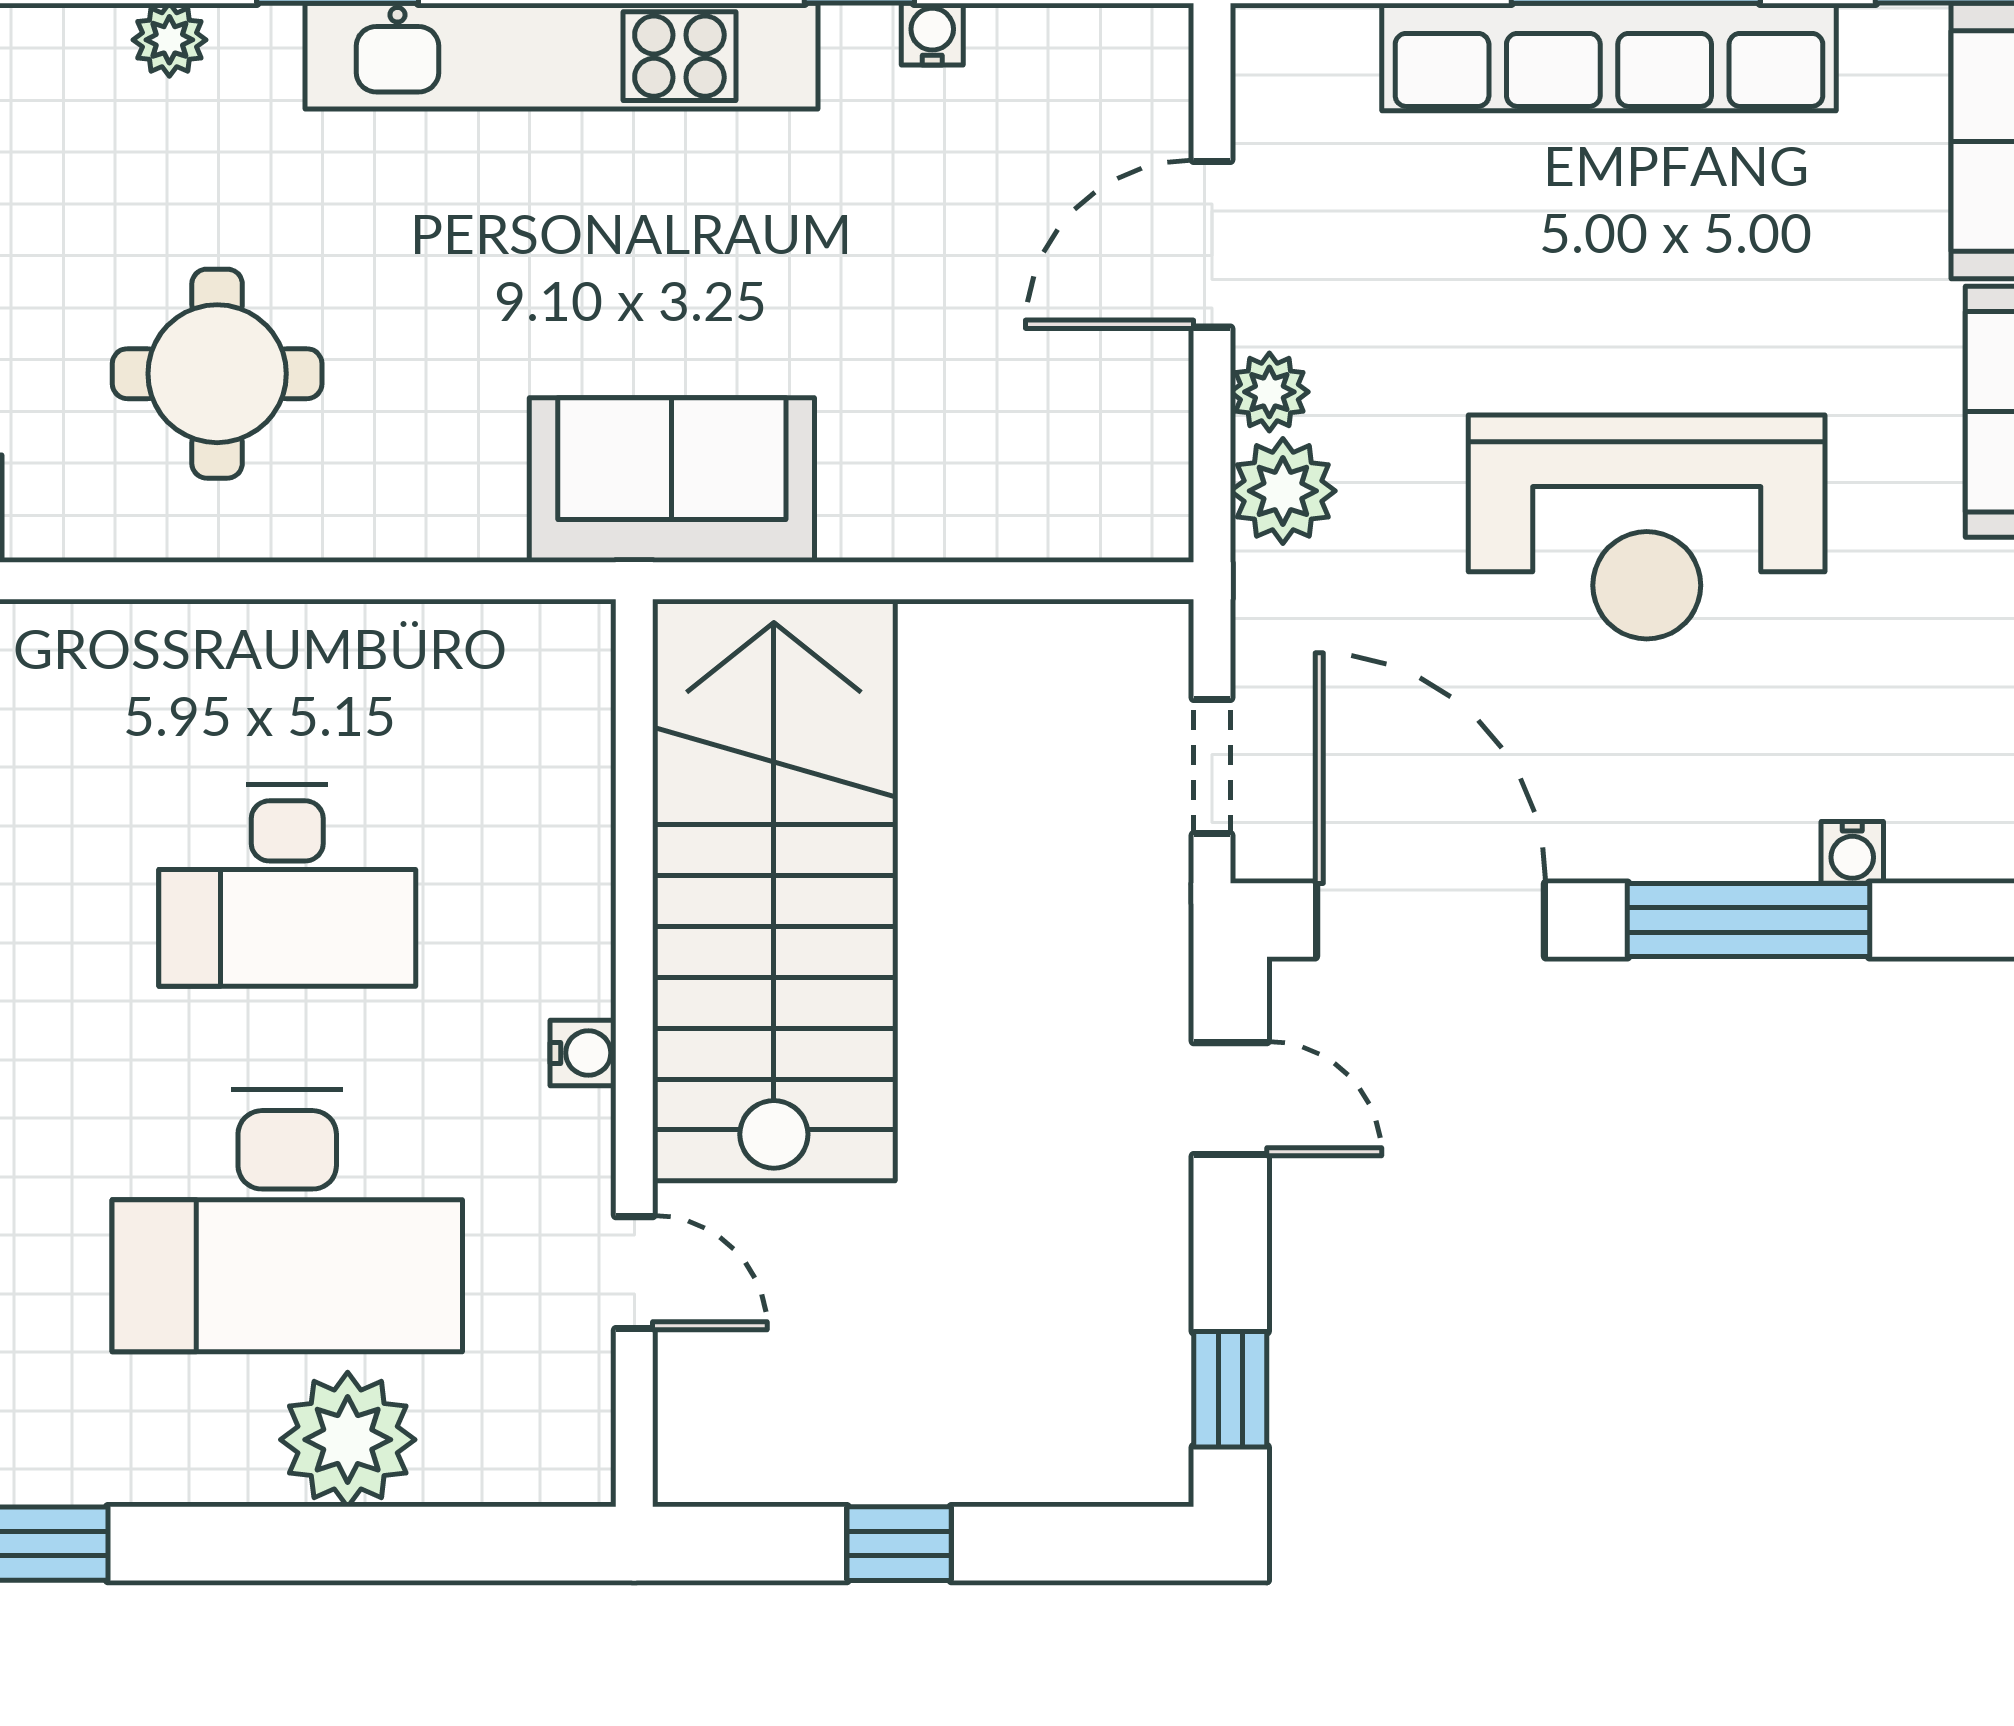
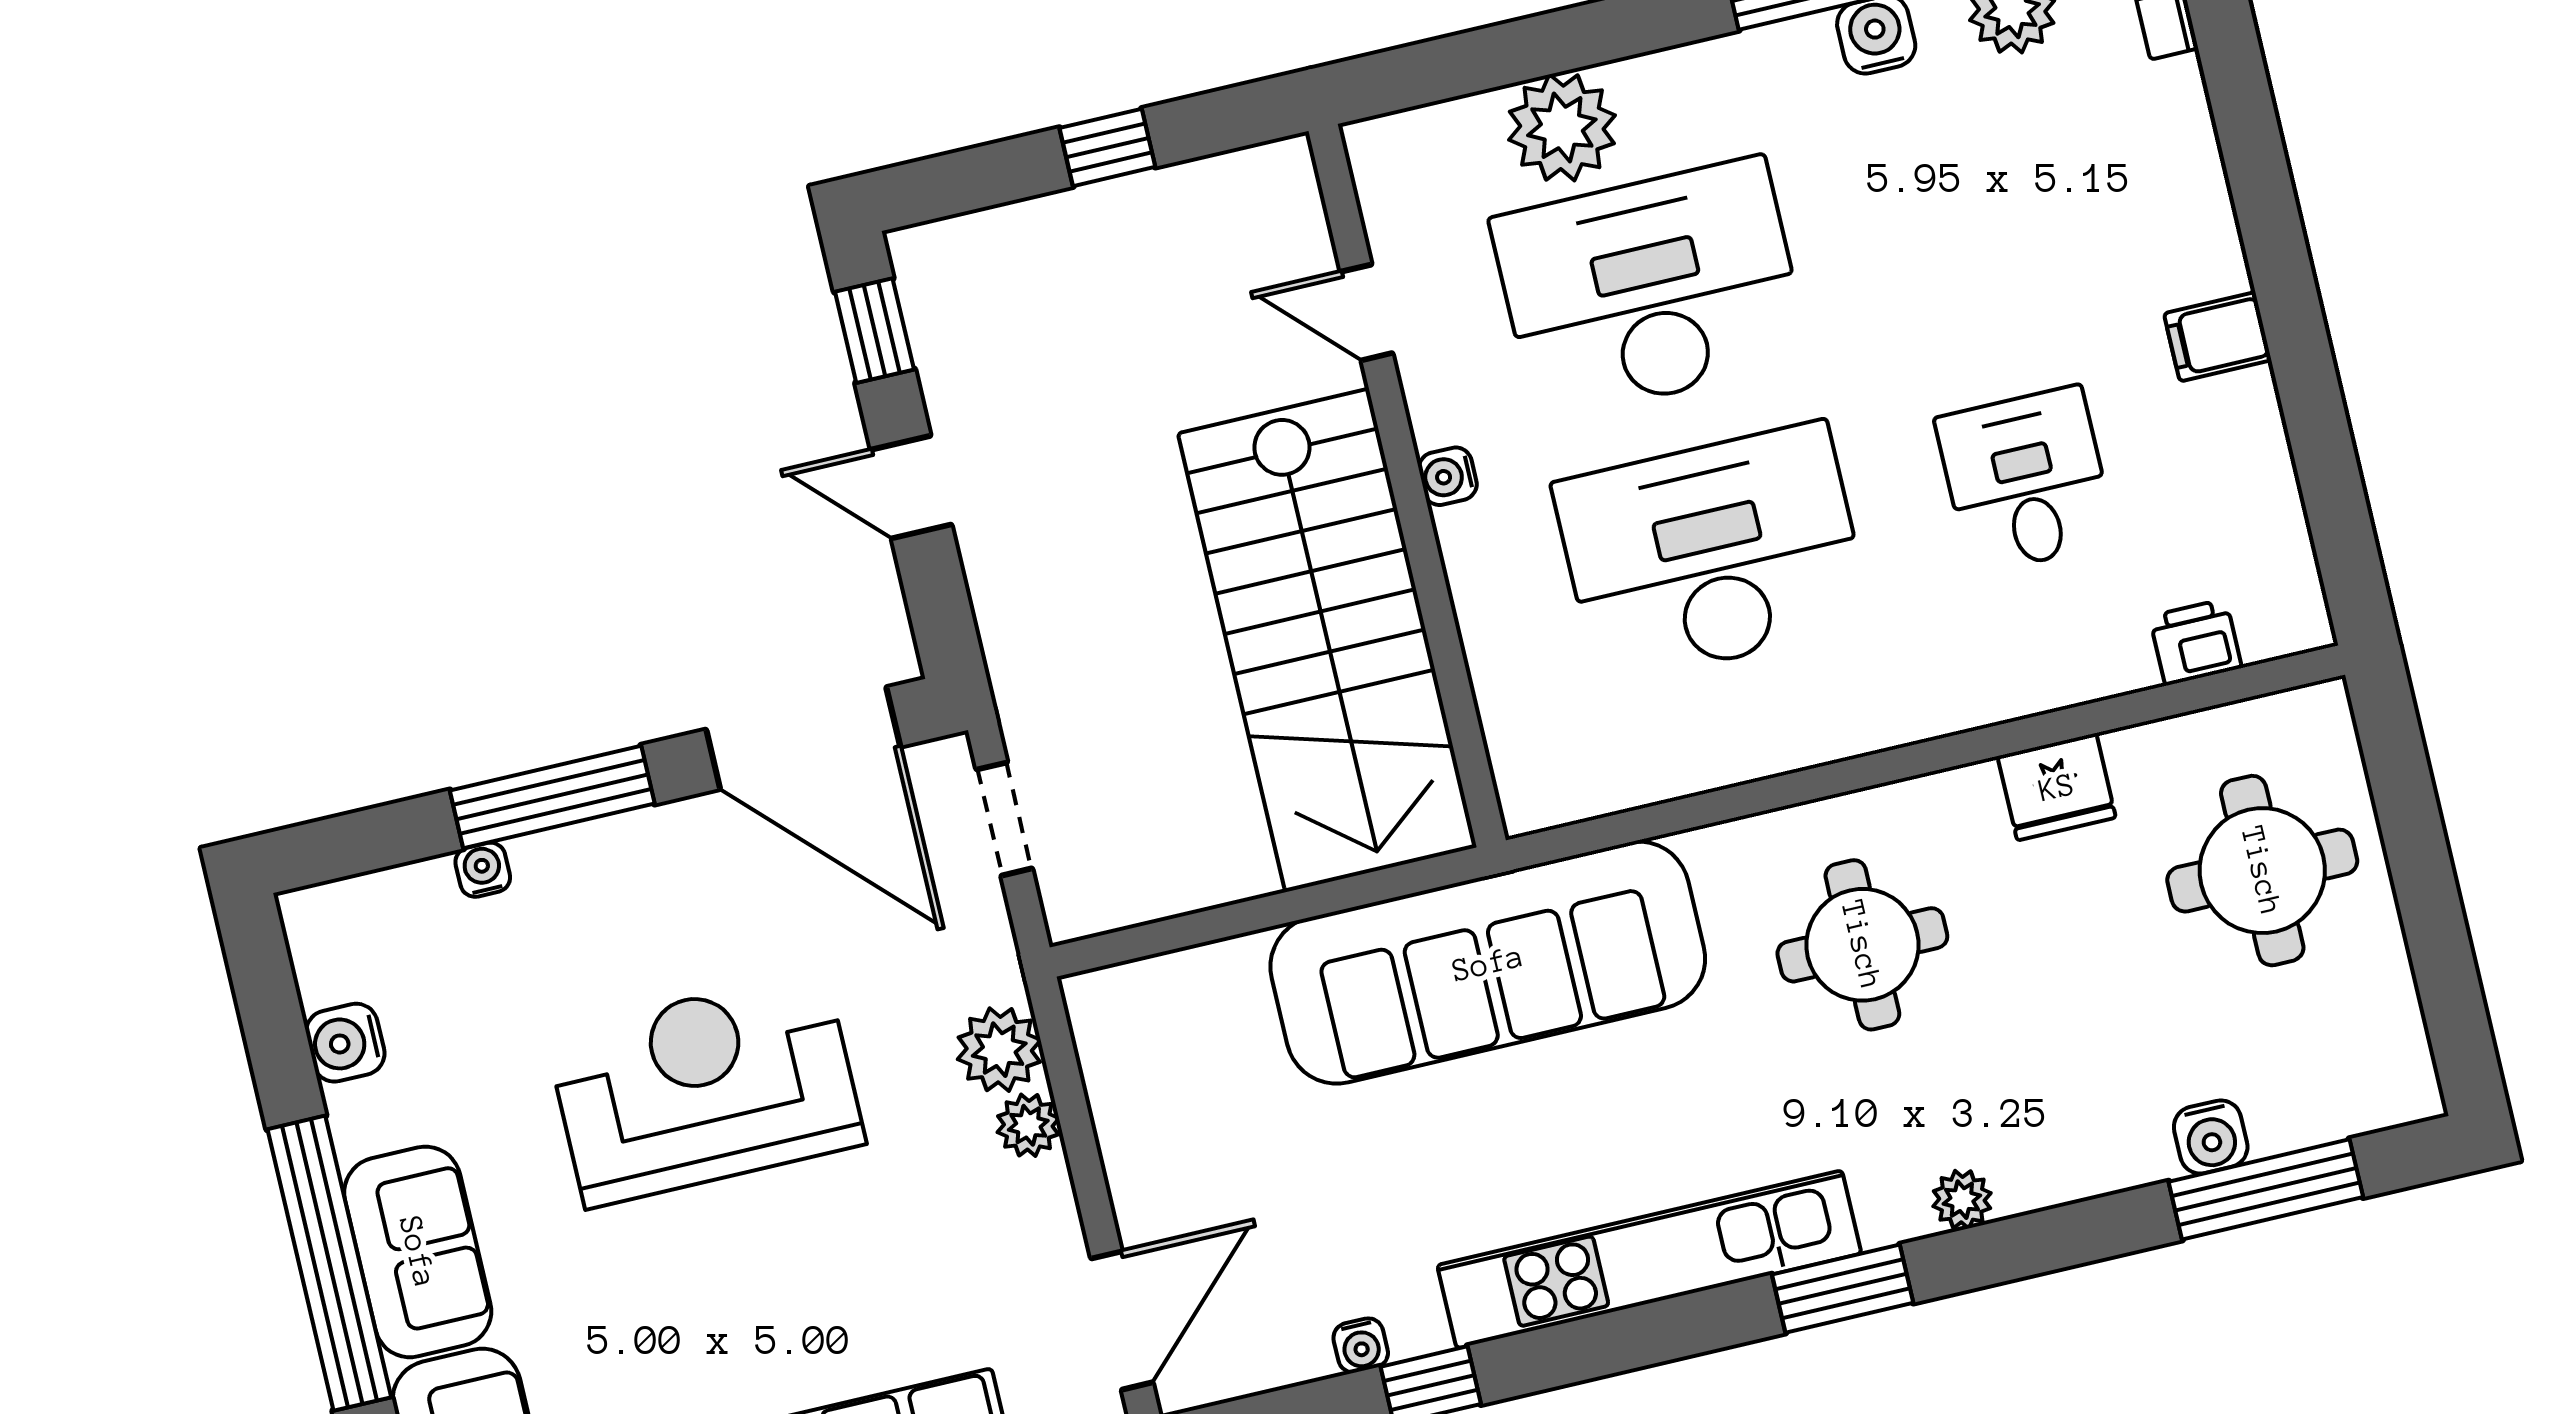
door: (1212, 244) -> (1122, 1320), moved
sofa: (672, 480) -> (1488, 963), width x1.85, depth x1.27
desk: (287, 885) -> (1712, 554), width x1.36, depth x1.30
door: (1230, 1099) -> (911, 487), moved

